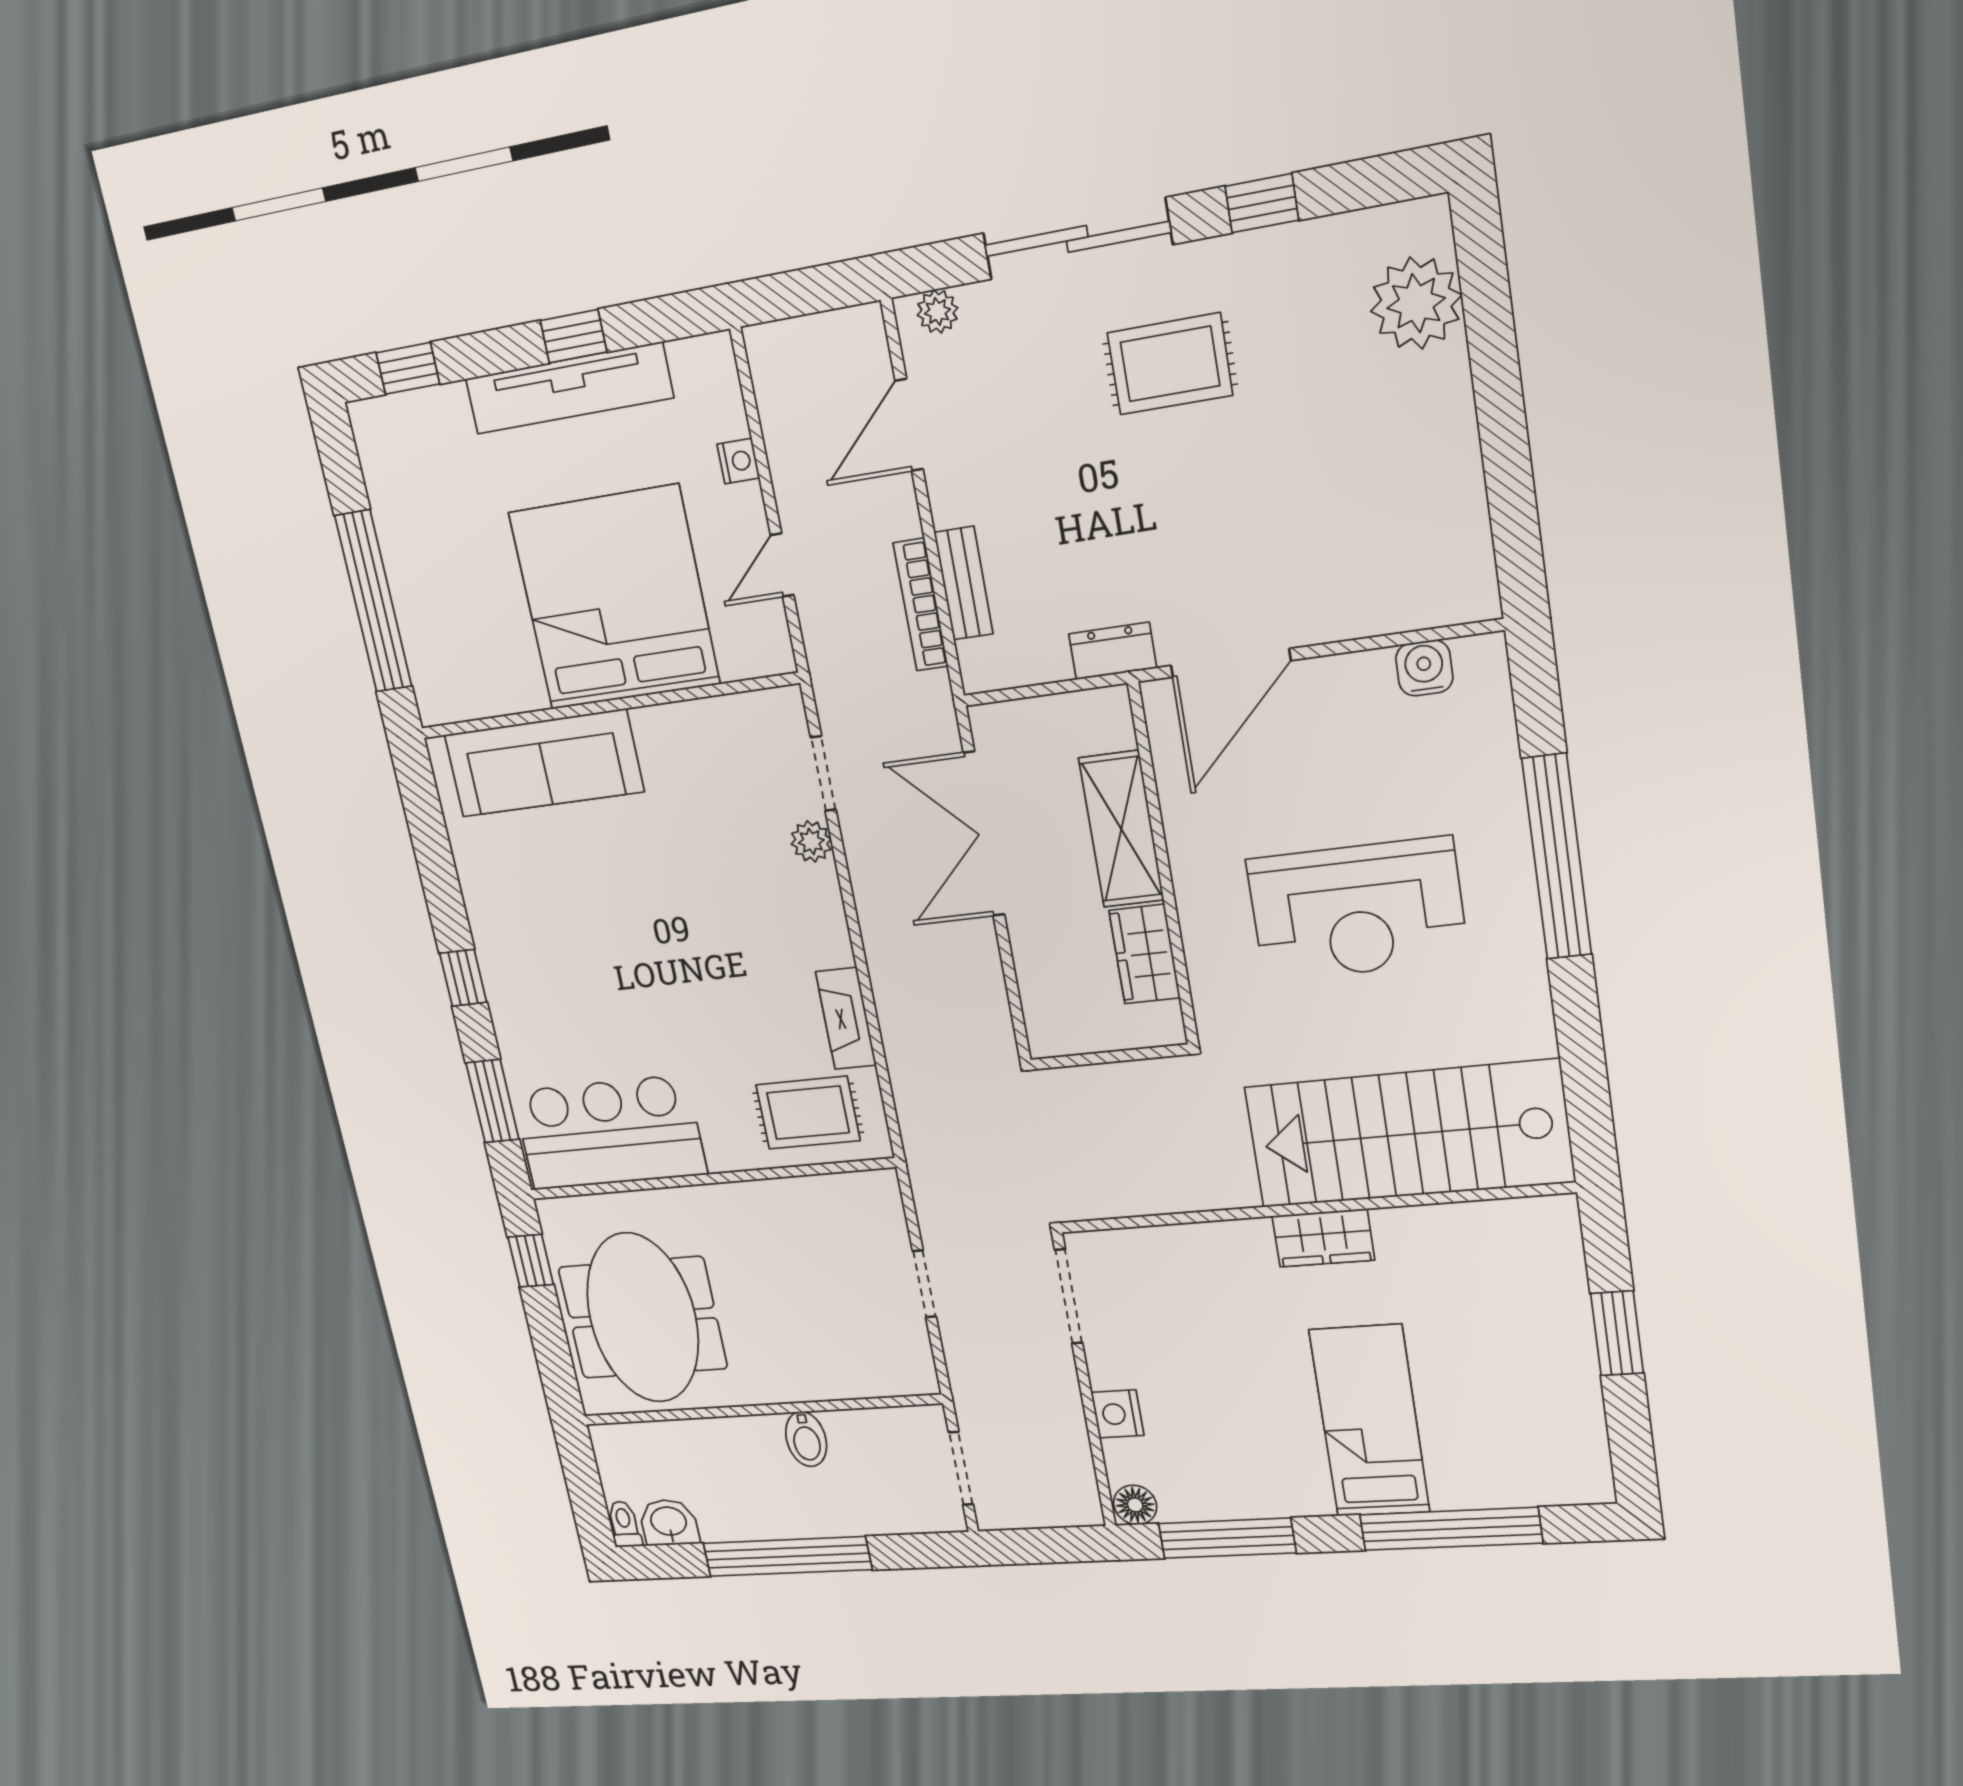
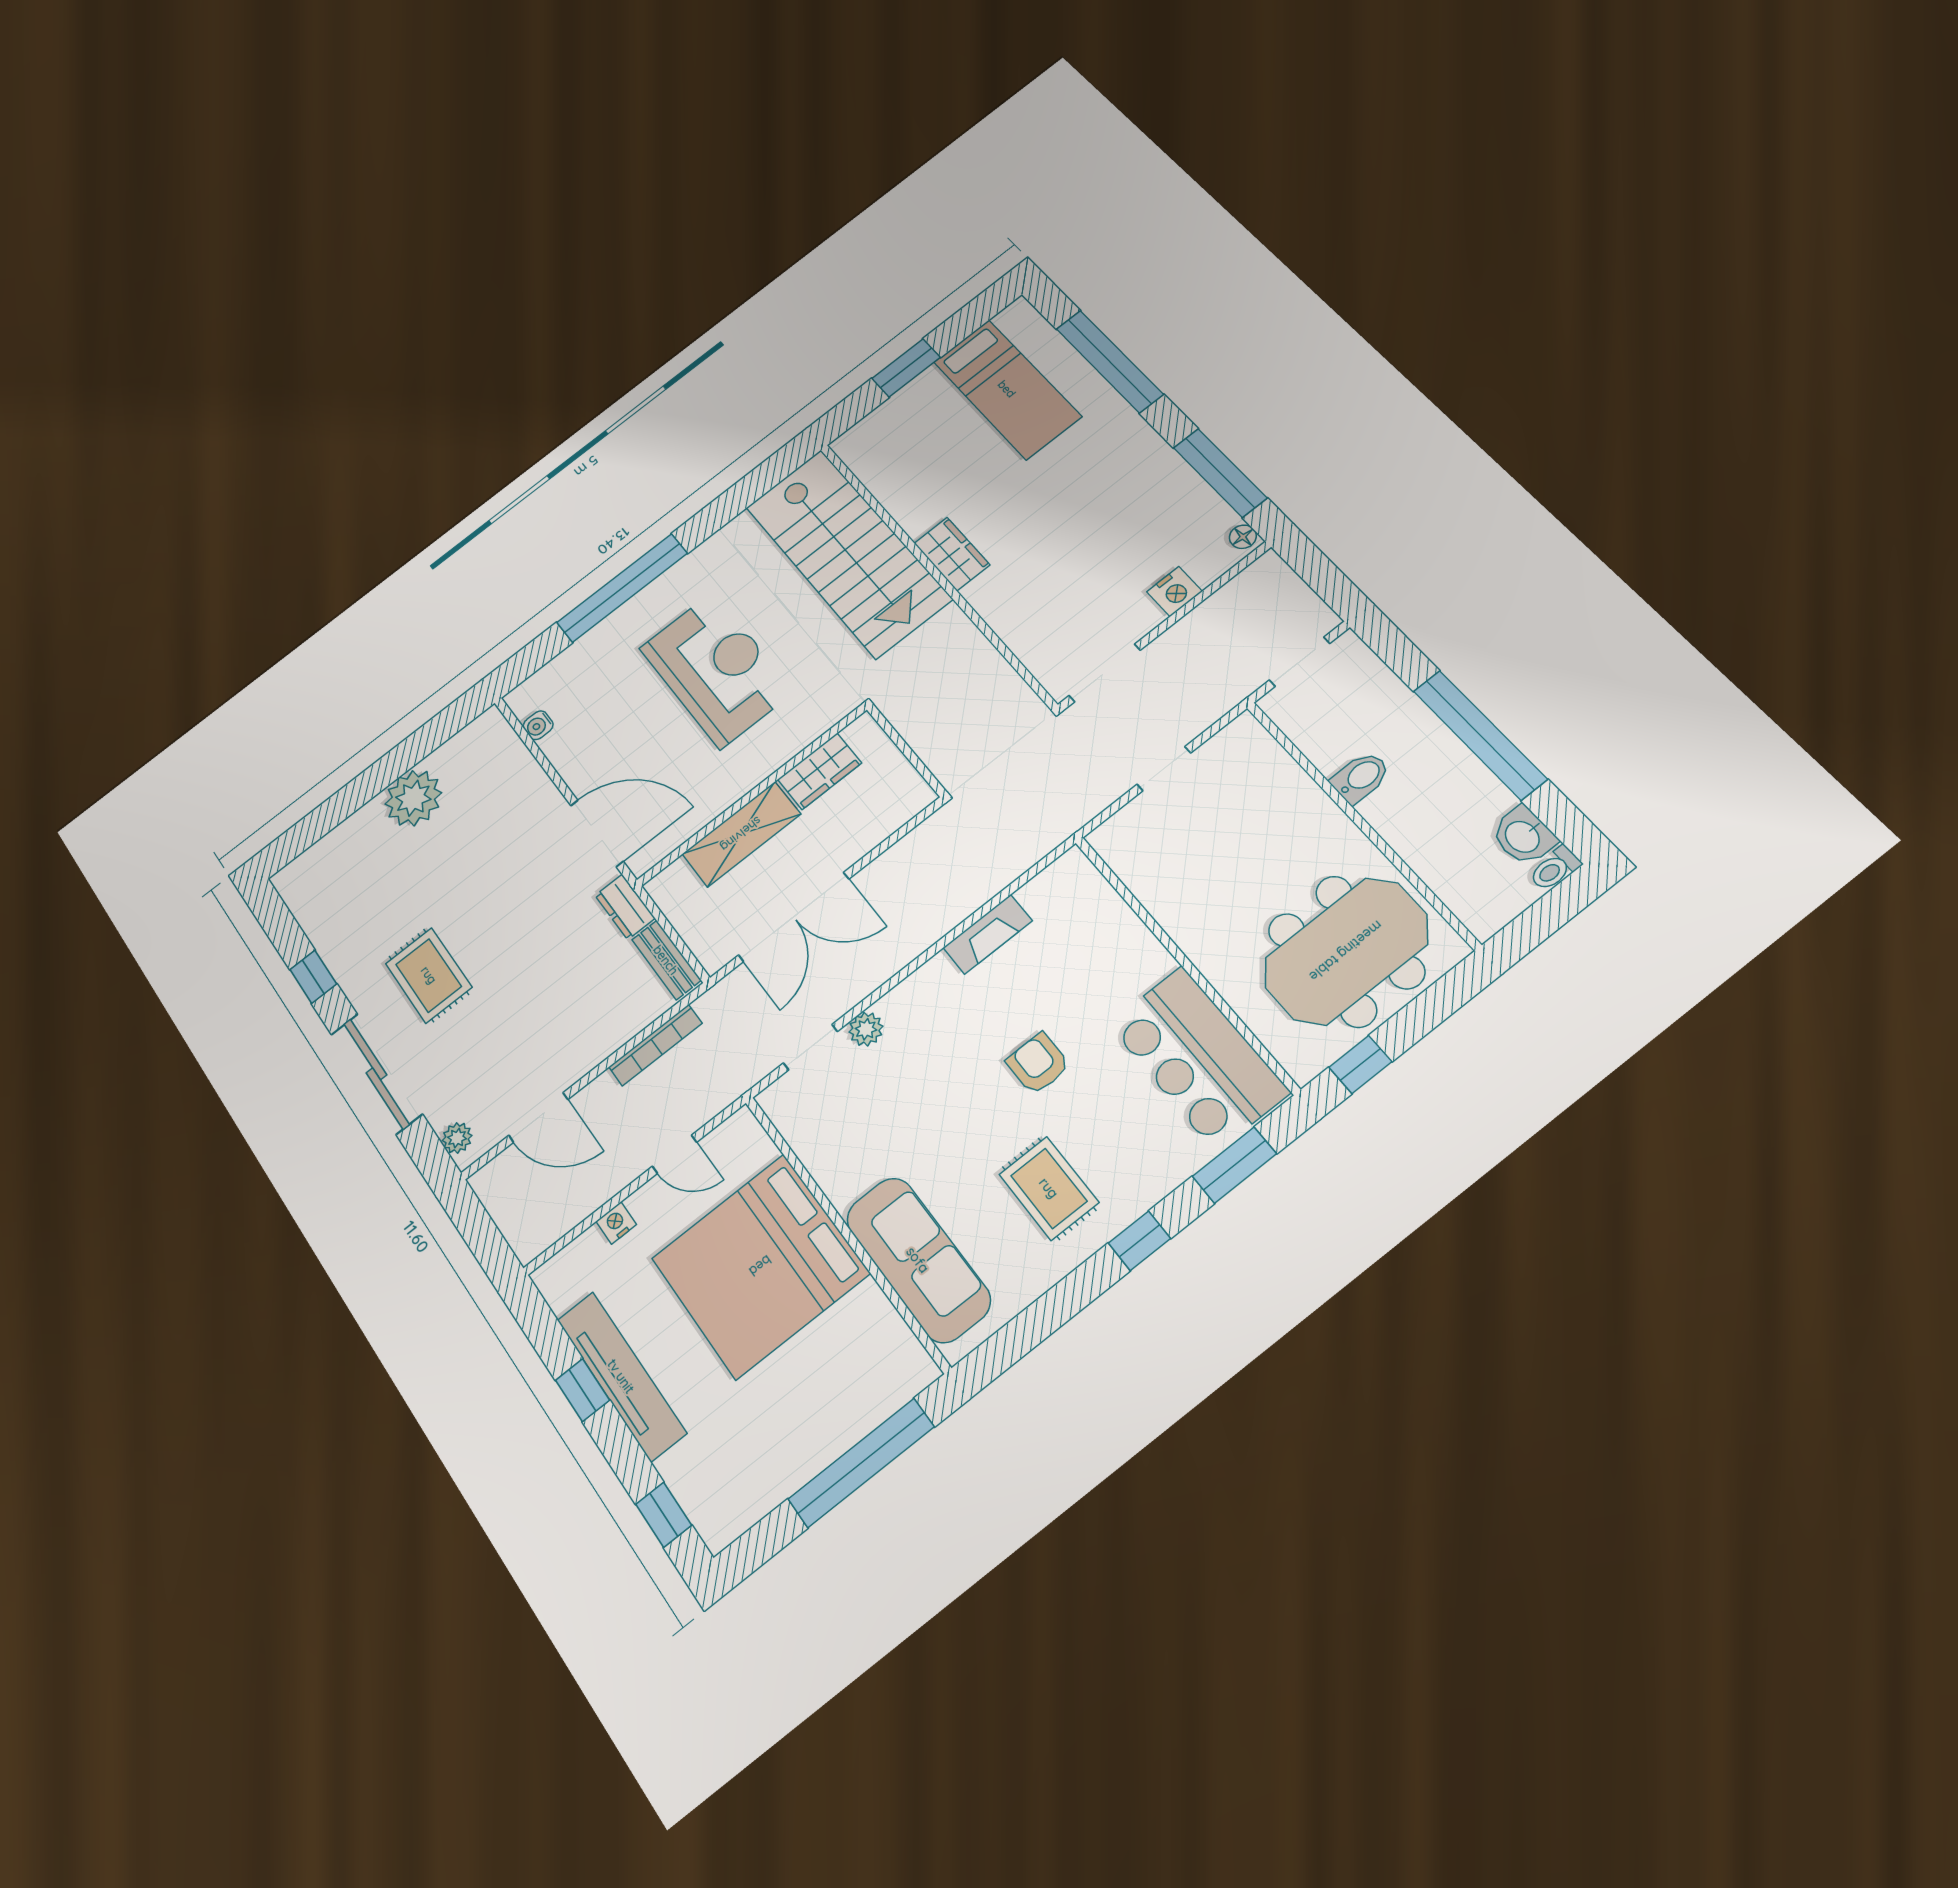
plant: (1416, 303) -> (413, 798), moved
bench: (964, 583) -> (666, 960), moved, turned 90
water cooler: (1424, 668) -> (538, 725), width x0.72, depth x0.72
armchair: (682, 988) -> (1038, 1064), added
rug: (808, 1113) -> (1049, 1188), moved
bed: (1370, 1421) -> (1007, 389), moved, turned -90
floor lamp: (1135, 1505) -> (1243, 537), width x0.73, depth x0.73

